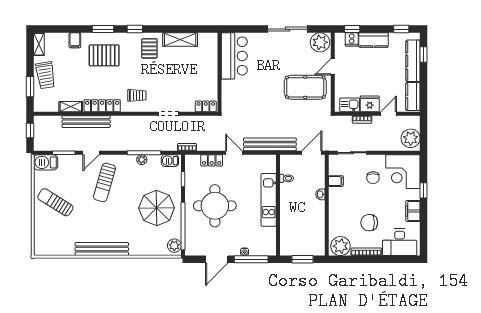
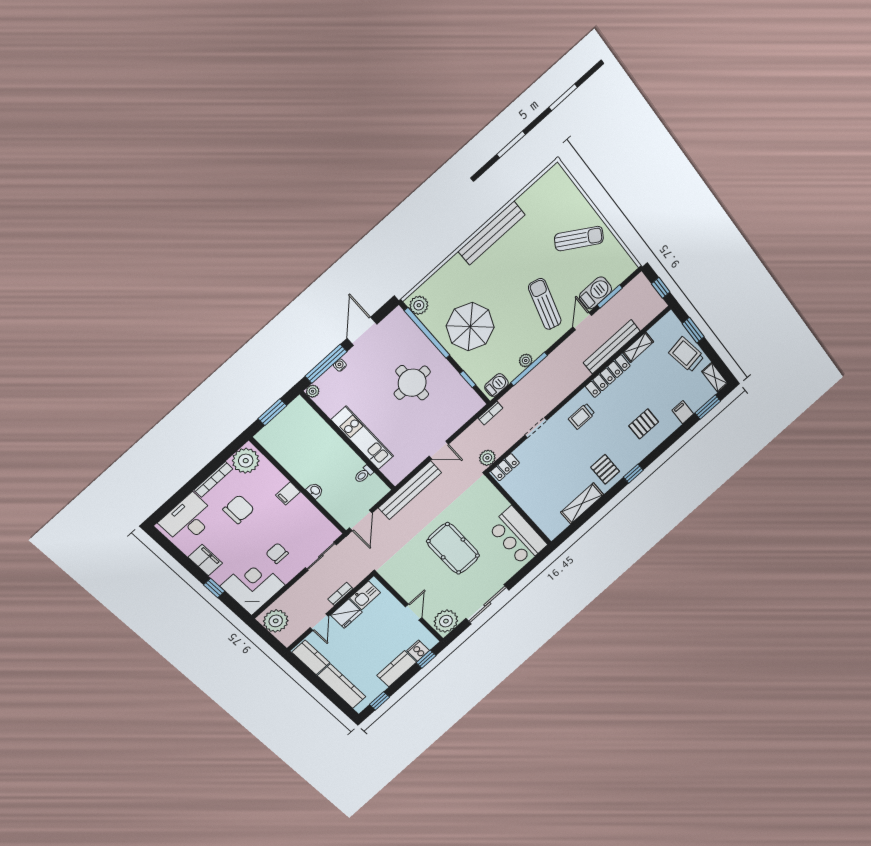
window: (103, 29) -> (708, 407), moved
window: (424, 54) -> (337, 700), removed
pallet: (104, 55) -> (644, 424), width x0.67, depth x0.71
pool table: (305, 87) -> (453, 548), moved, turned 90
plant: (211, 122) -> (487, 458), added
locker: (212, 160) -> (455, 423), removed
barbecue: (46, 162) -> (595, 293), moved
filing cabinet: (336, 181) -> (288, 493), moved
round table: (215, 206) -> (412, 383), width x0.73, depth x0.73
plant: (271, 251) -> (313, 391), added

